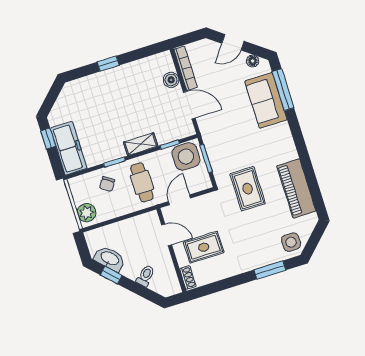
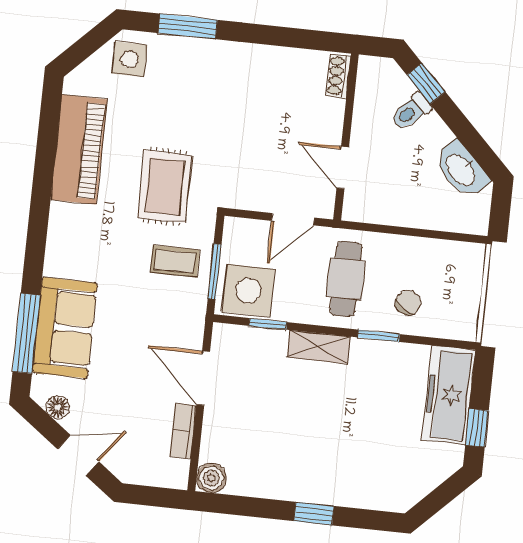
bookcase: (186, 68) -> (183, 431), width x0.64
boiler: (171, 80) -> (211, 478), moved
coffee table: (227, 155) -> (175, 261), added
plant: (87, 213) -> (467, 268), removed
rug: (204, 247) -> (287, 117), removed
window: (111, 275) -> (426, 83), moved

